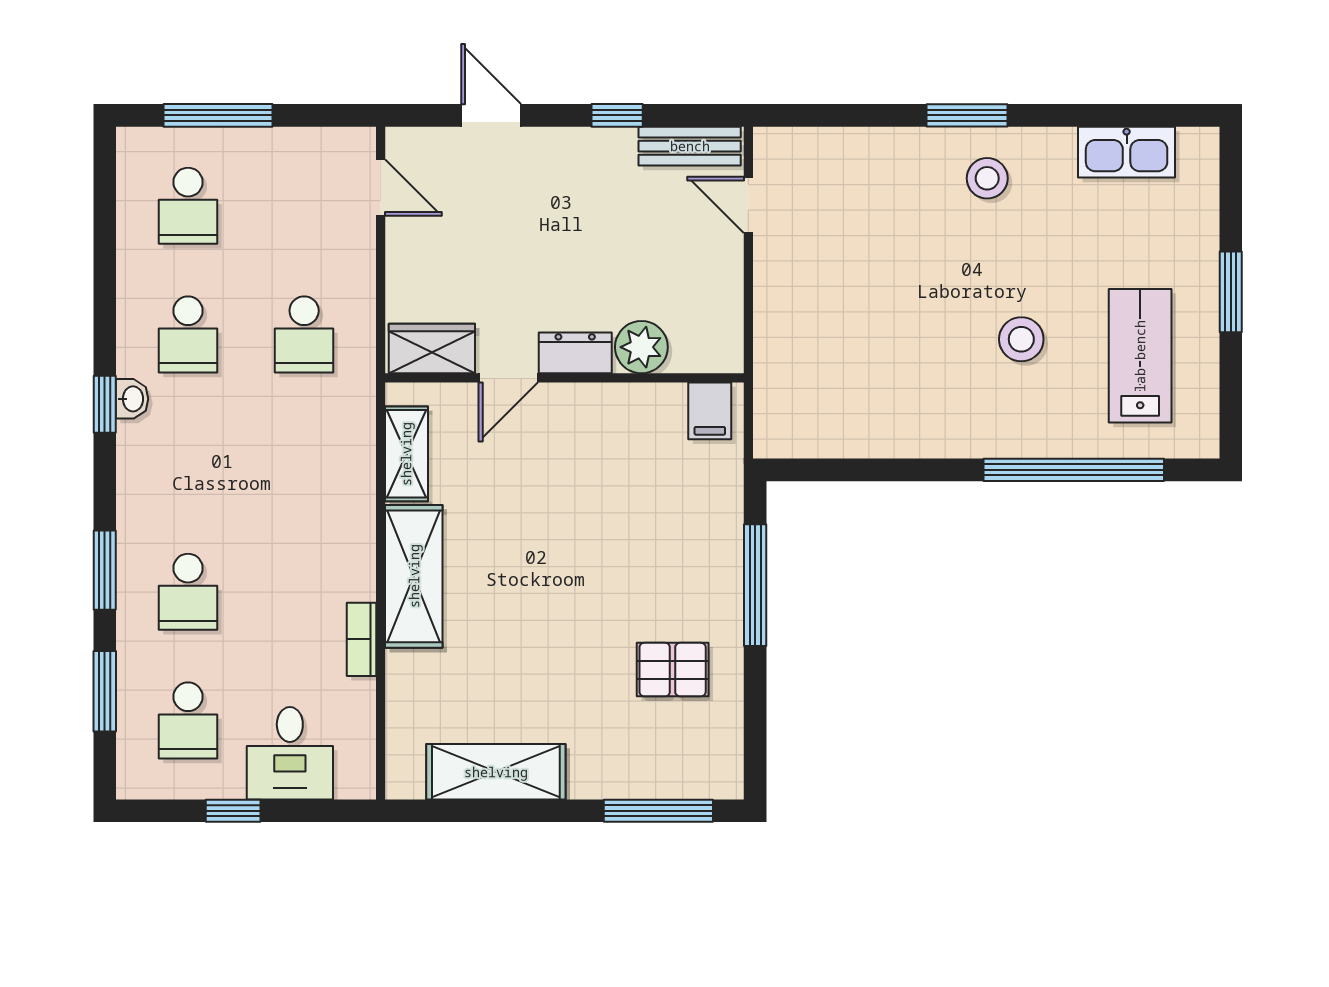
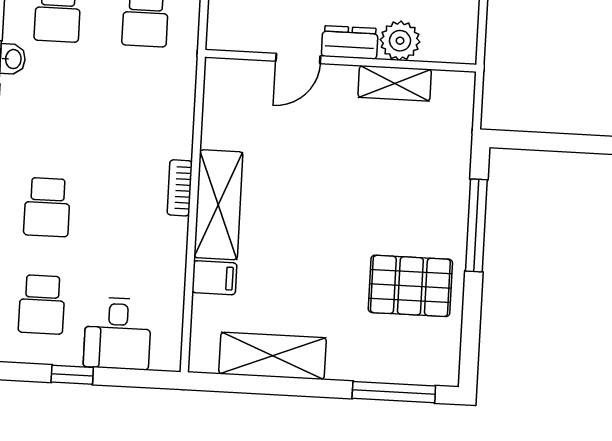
wardrobe: (432, 348) -> (241, 33), removed
filing cabinet: (710, 411) -> (214, 278), moved, turned -90
shelving: (406, 454) -> (395, 83), moved, turned 90
bookcase: (361, 639) -> (180, 188), moved
pallet: (673, 670) -> (410, 286), width x1.50, depth x1.42

